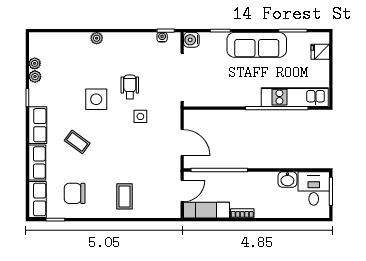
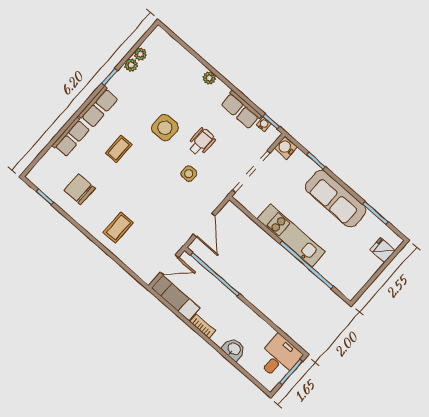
kitchen unit: (295, 97) -> (291, 235), moved
coffee table: (77, 142) -> (119, 149), turned 54
washbasin: (287, 180) -> (234, 349), moved, turned 180
row of seats: (38, 200) -> (241, 110), moved, turned 90

